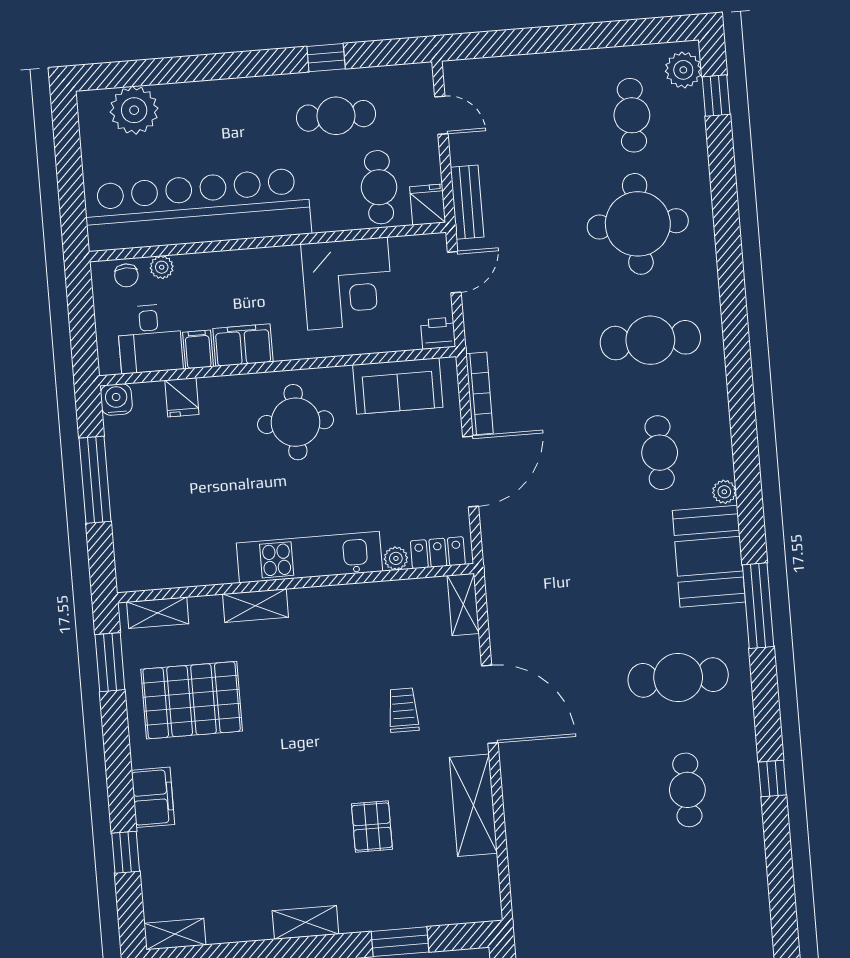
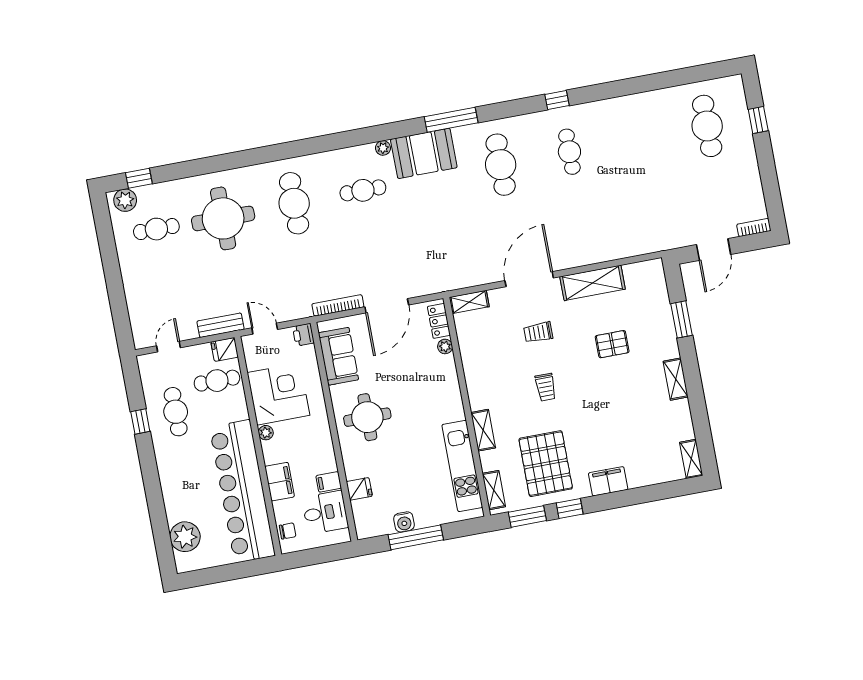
plant: (162, 267) -> (266, 433), moved
filing cabinet: (243, 345) -> (280, 482), moved, turned 180
water cooler: (116, 399) -> (404, 522), moved, turned -90
door: (471, 472) -> (387, 306), swing flipped
kitchen unit: (309, 557) -> (462, 466), moved
trolley: (314, 713) -> (546, 387), added
cafe table: (687, 790) -> (569, 152), turned 90
window: (126, 852) -> (570, 508), moved

